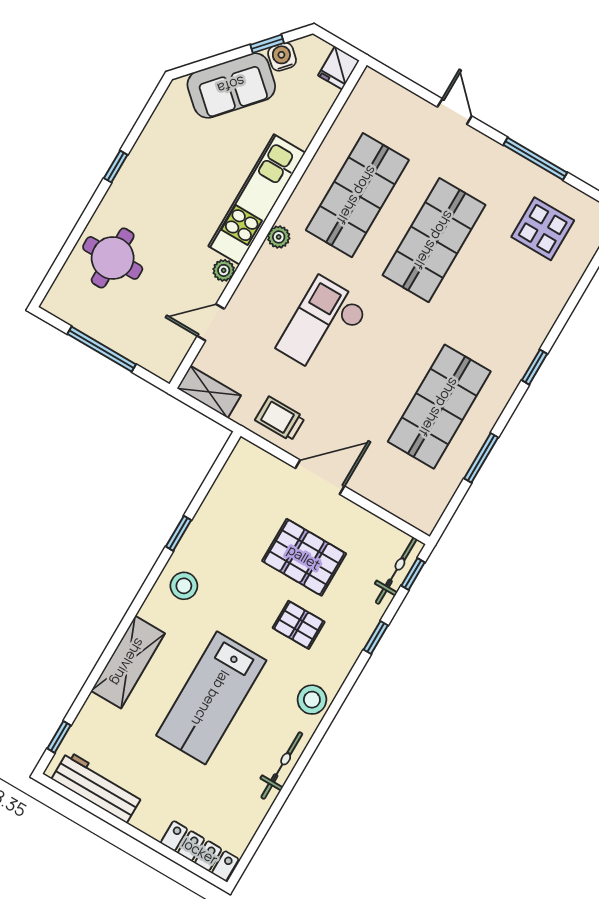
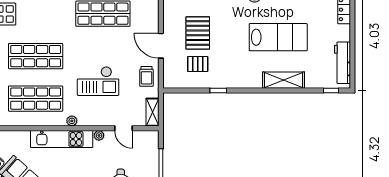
stool: (184, 586) -> (239, 76), removed
pallet: (299, 625) -> (198, 64), moved, turned 90

